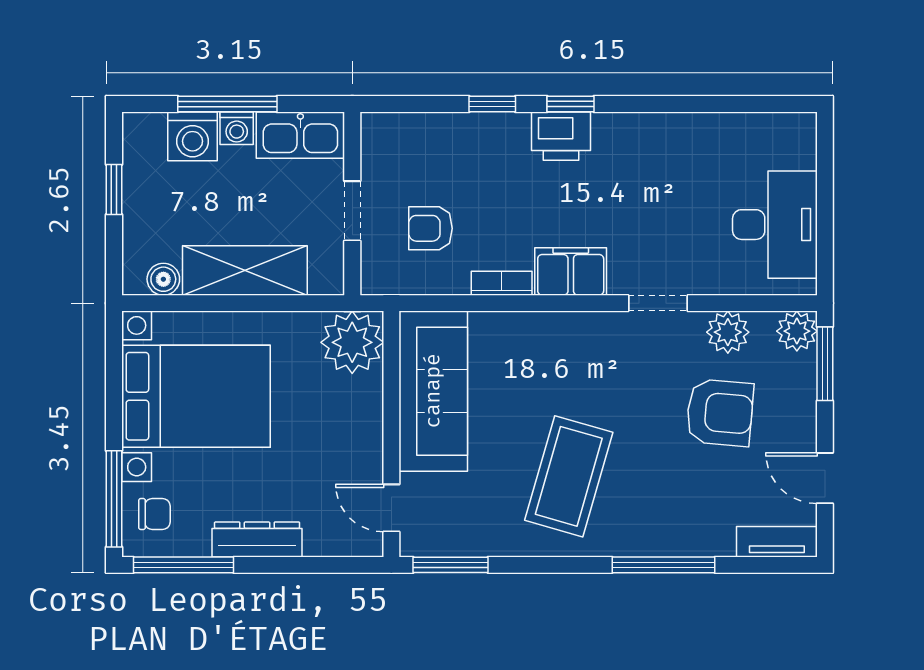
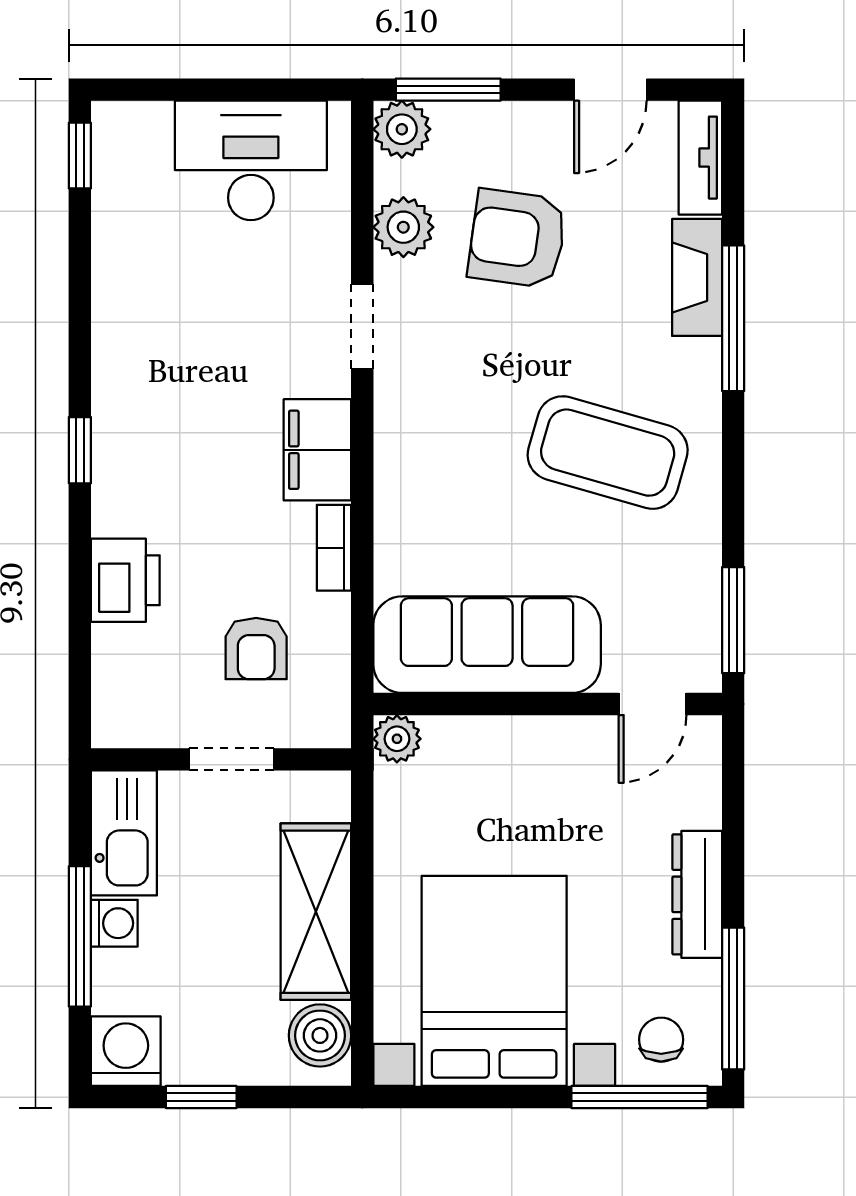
window: (492, 104) -> (80, 156), moved
washing machine: (193, 136) -> (126, 1051), moved, turned -90
printer: (561, 136) -> (125, 580), moved
boiler: (163, 279) -> (320, 1035), width x1.36, depth x1.36
plant: (352, 342) -> (397, 739), width x0.53, depth x0.53
armchair: (720, 413) -> (517, 239), turned -87
fireplace: (692, 539) -> (697, 277), added

